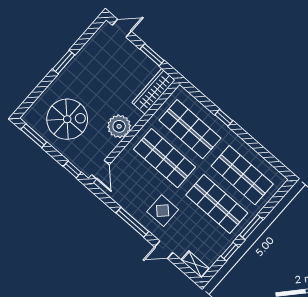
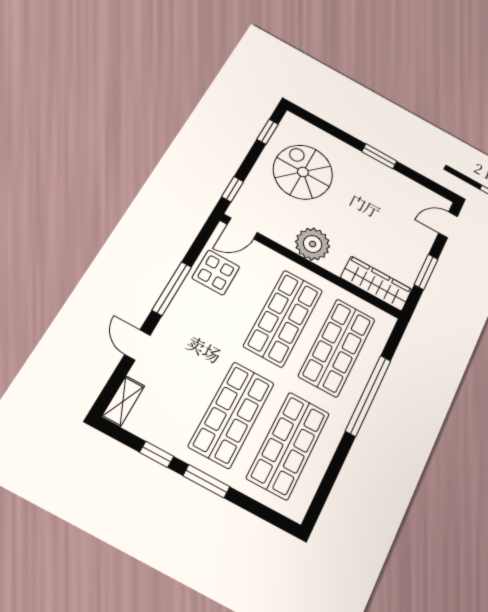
door: (122, 28) -> (448, 225), swing flipped
window: (224, 118) -> (368, 395), width x3.17
spiral stairs: (67, 119) -> (303, 172), turned 180
window: (34, 136) -> (268, 132), width x0.67
display table: (163, 211) -> (216, 273), moved

